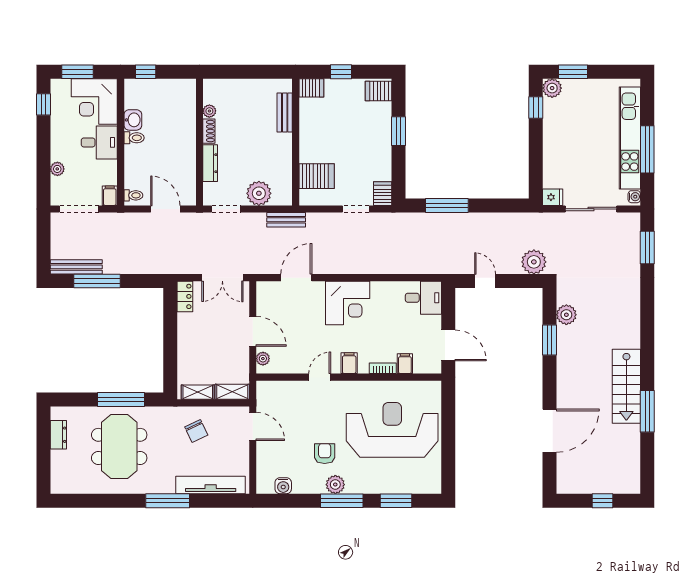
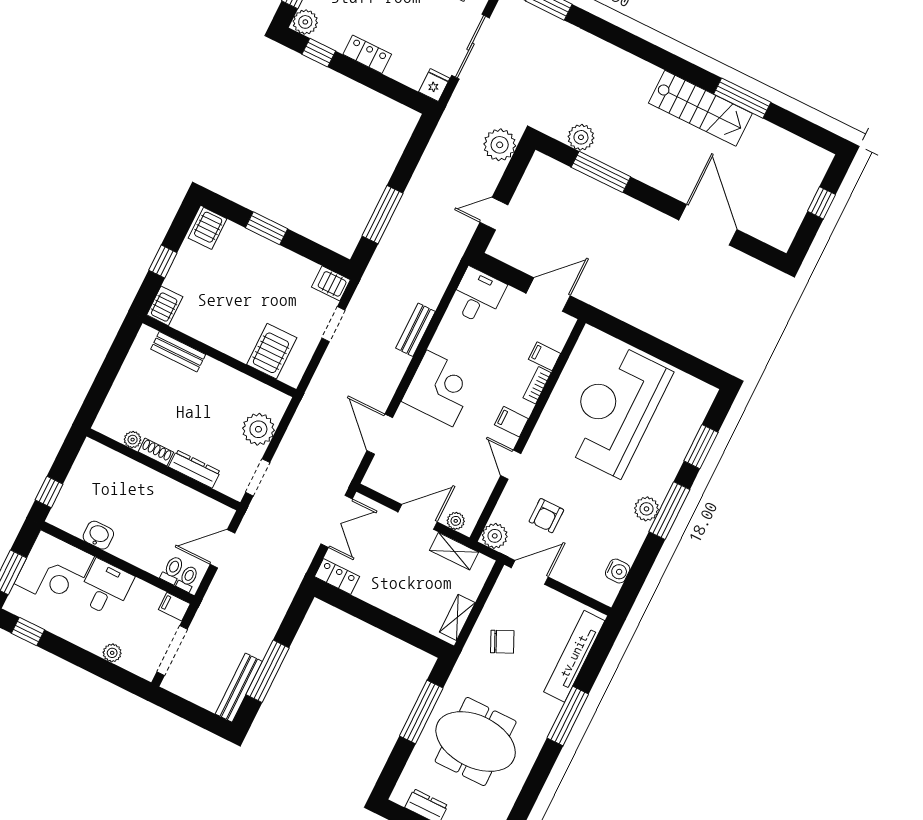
toilet: (134, 138) -> (172, 570), moved
locker: (551, 141) -> (367, 54), added
bench: (286, 220) -> (416, 330), moved
window: (550, 340) -> (601, 172), width x1.44
plant: (266, 390) -> (495, 536), added
shelving: (232, 392) -> (454, 551), moved, turned 90
armchair: (325, 454) -> (546, 516), moved, turned -90

